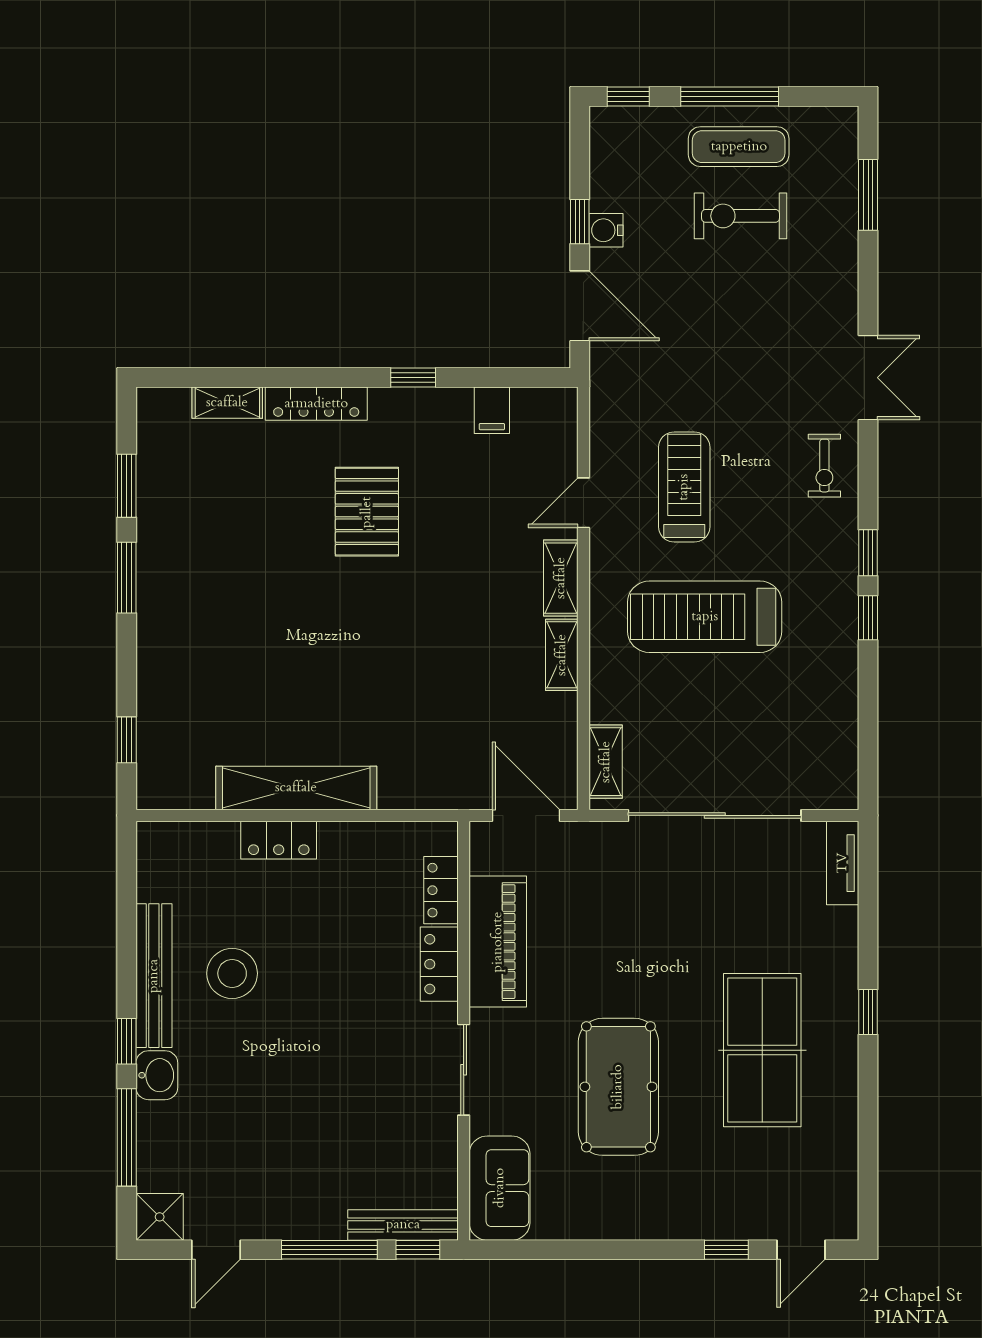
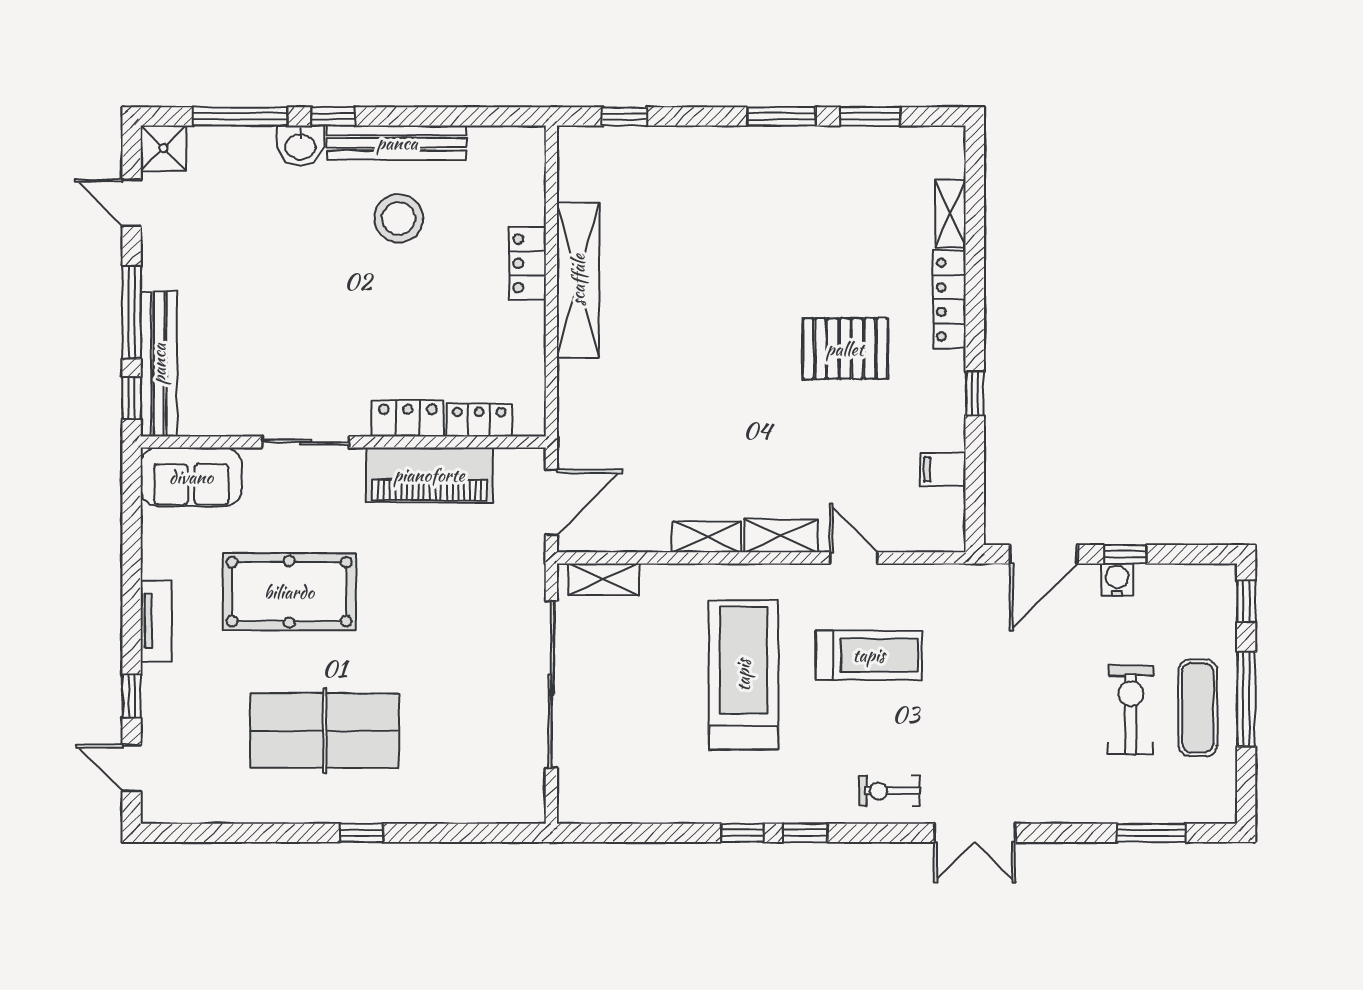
tv unit: (843, 863) -> (156, 621), moved, turned 90
bench: (403, 1225) -> (159, 364), width x1.37, depth x1.21

